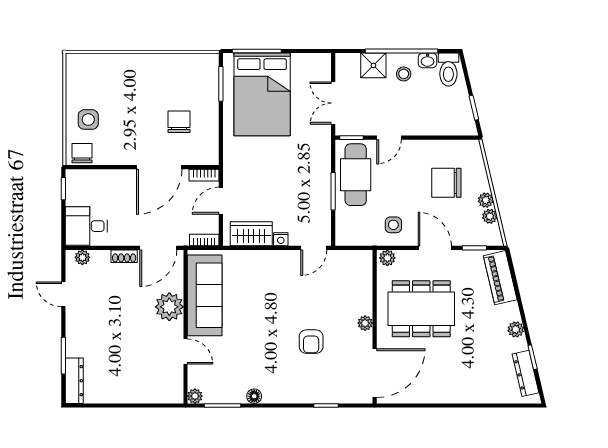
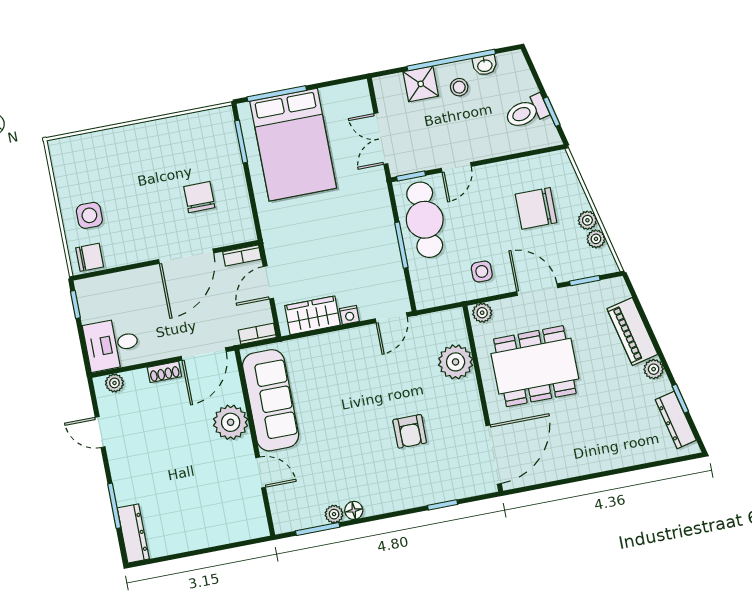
toilet: (448, 70) -> (527, 112), moved, turned 77
chair: (82, 153) -> (90, 257), turned 90
piano: (500, 278) -> (632, 332), moved
plant: (365, 323) -> (456, 362), moved, width x1.88, depth x1.88
plant: (195, 396) -> (334, 514), moved

